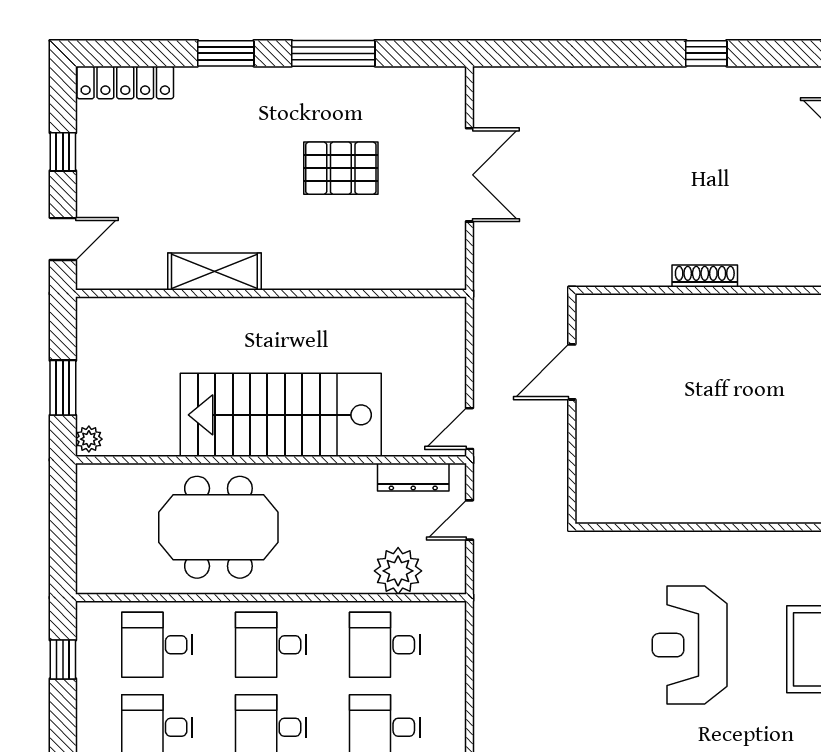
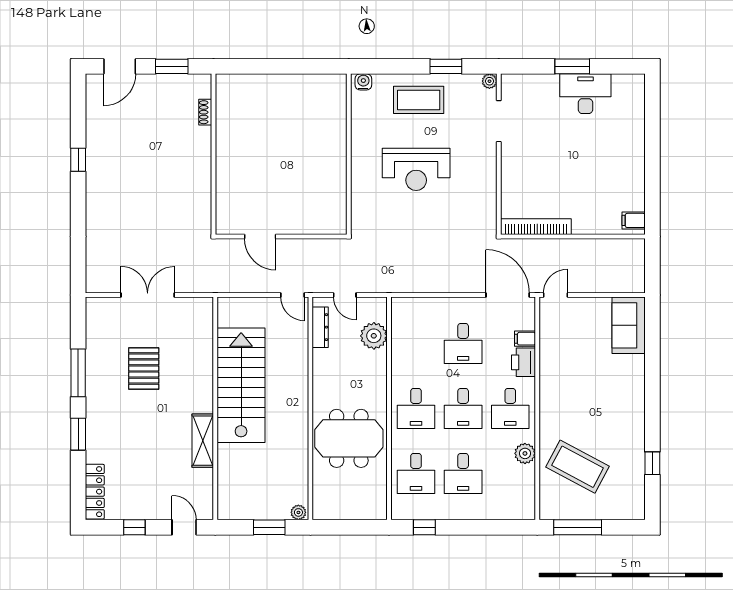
shoe rack: (705, 276) -> (205, 112), moved, width x0.70
stairs: (281, 415) -> (241, 385), moved, turned 180
meeting table: (218, 527) -> (349, 438), turned 90
desk: (385, 645) -> (416, 343), removed

